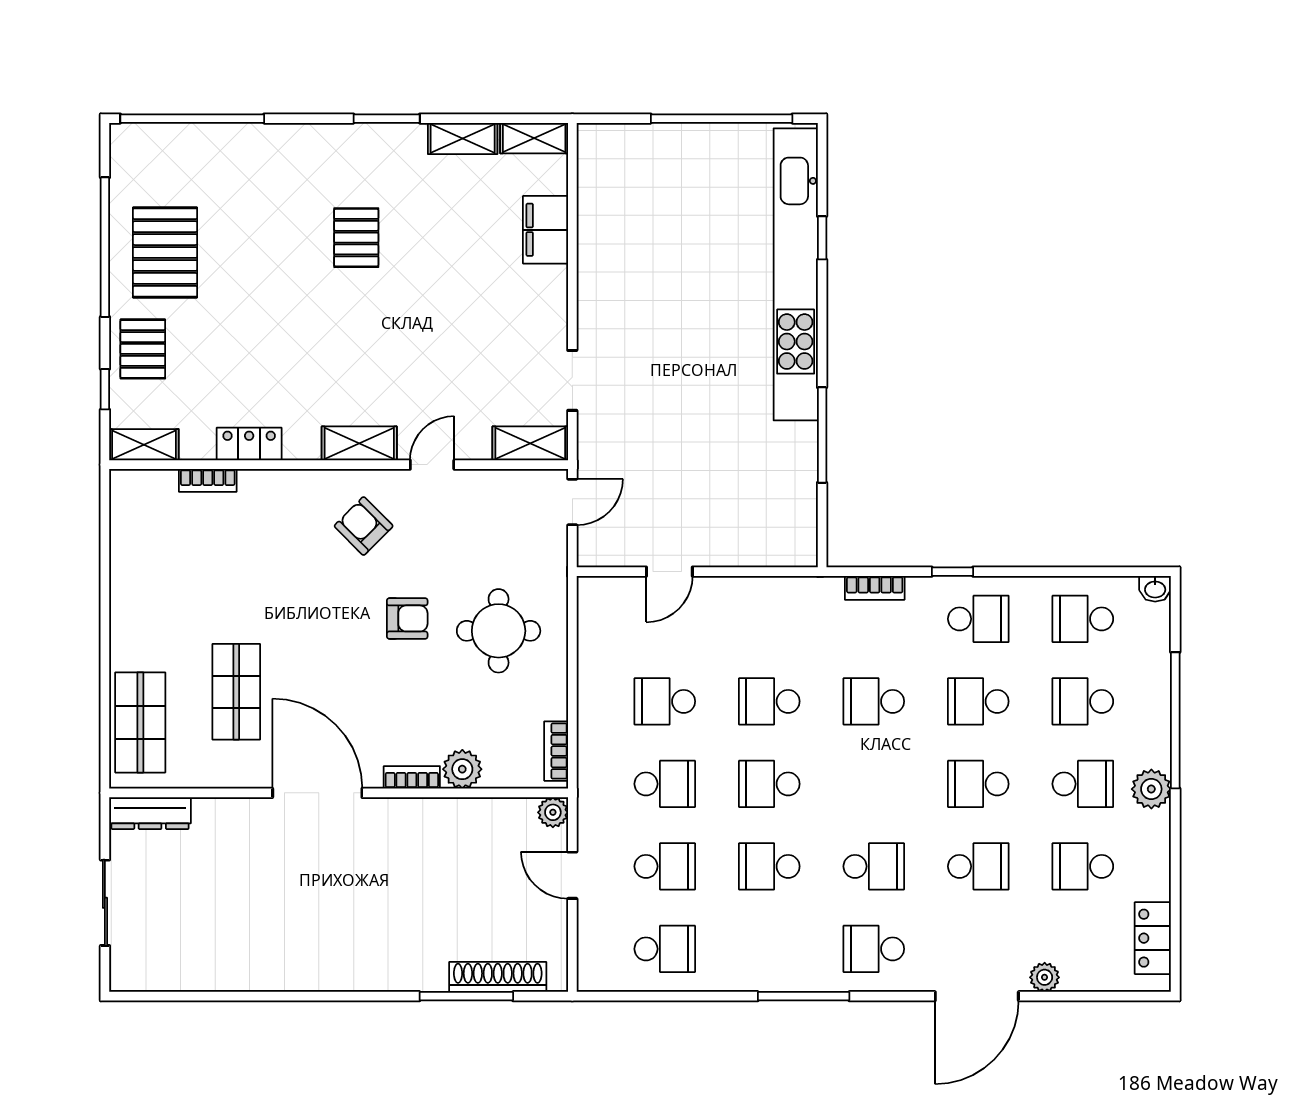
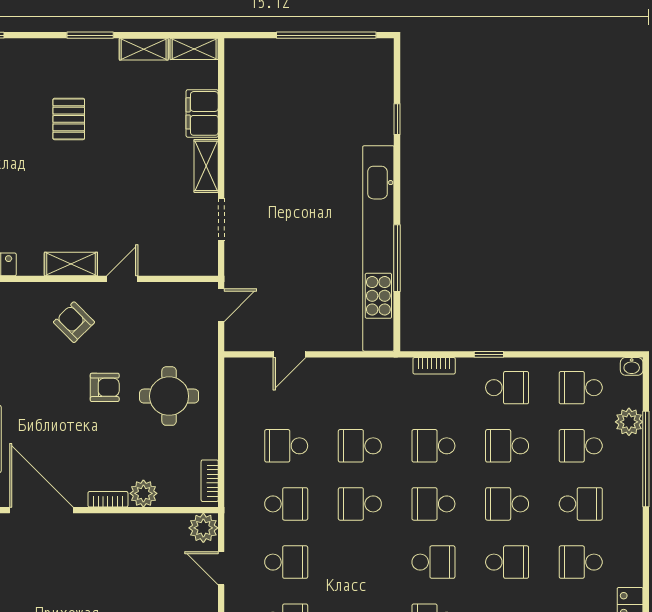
kitchen unit: (796, 274) -> (378, 248), moved
shelving: (530, 443) -> (206, 166), moved, turned 90
plant: (1151, 789) -> (629, 422), moved
plant: (553, 812) -> (203, 528), width x1.38, depth x1.38
school desk: (769, 866) -> (433, 504), moved

